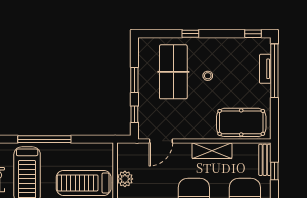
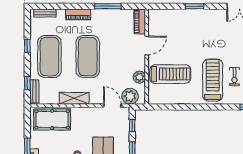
window: (44, 139) -> (200, 107), removed
door: (161, 141) -> (112, 106), hinge flipped
plant: (137, 153) -> (130, 96), added

